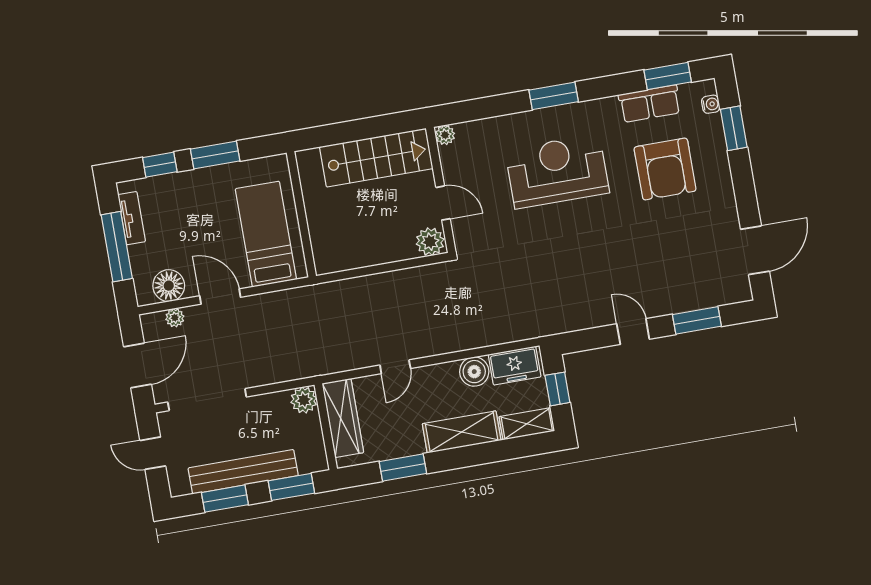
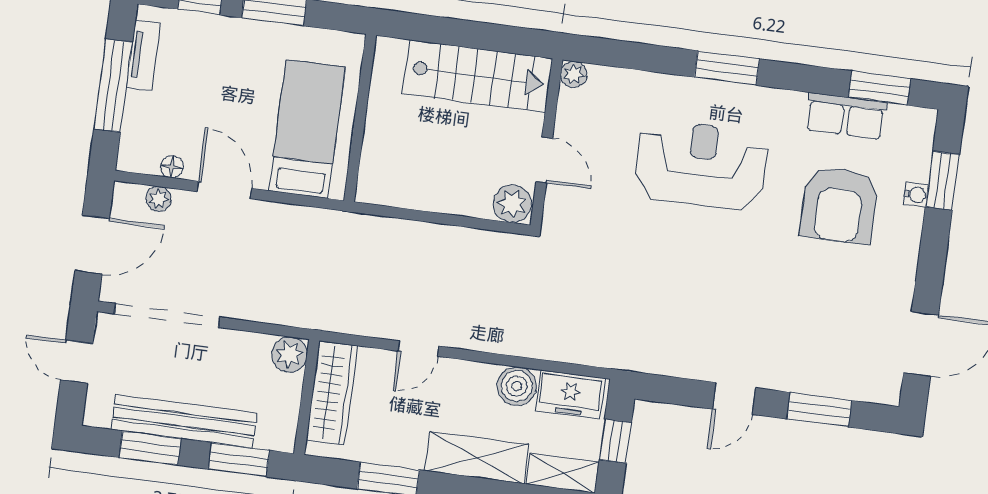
water cooler: (711, 104) -> (916, 195), moved
floor lamp: (169, 286) -> (172, 167), width x0.53, depth x0.53
door: (633, 332) -> (734, 398), swing flipped

